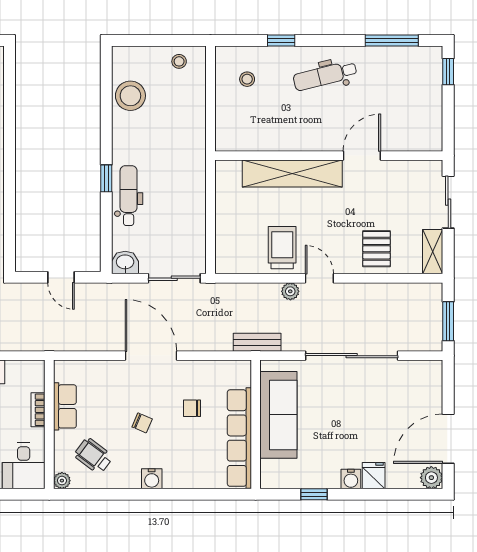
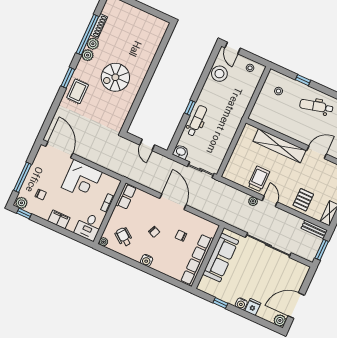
door: (133, 41) -> (233, 48), added
bench: (257, 342) -> (314, 229), moved
row of seats: (65, 406) -> (126, 196), moved

